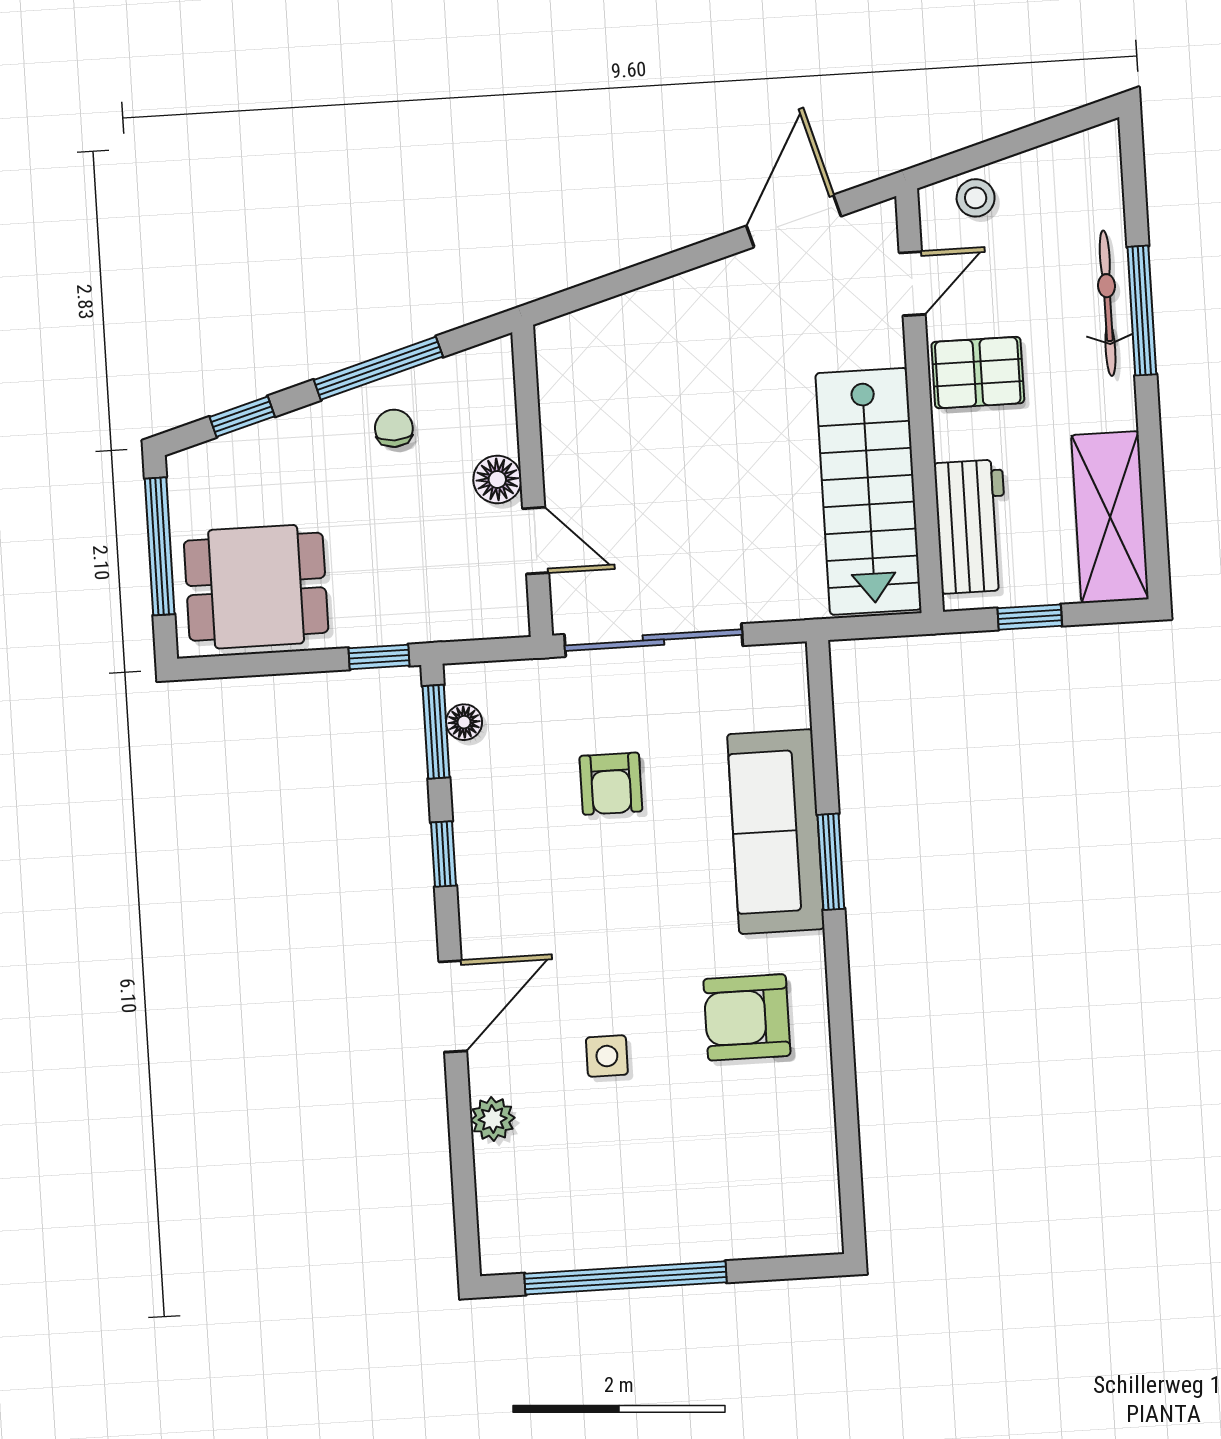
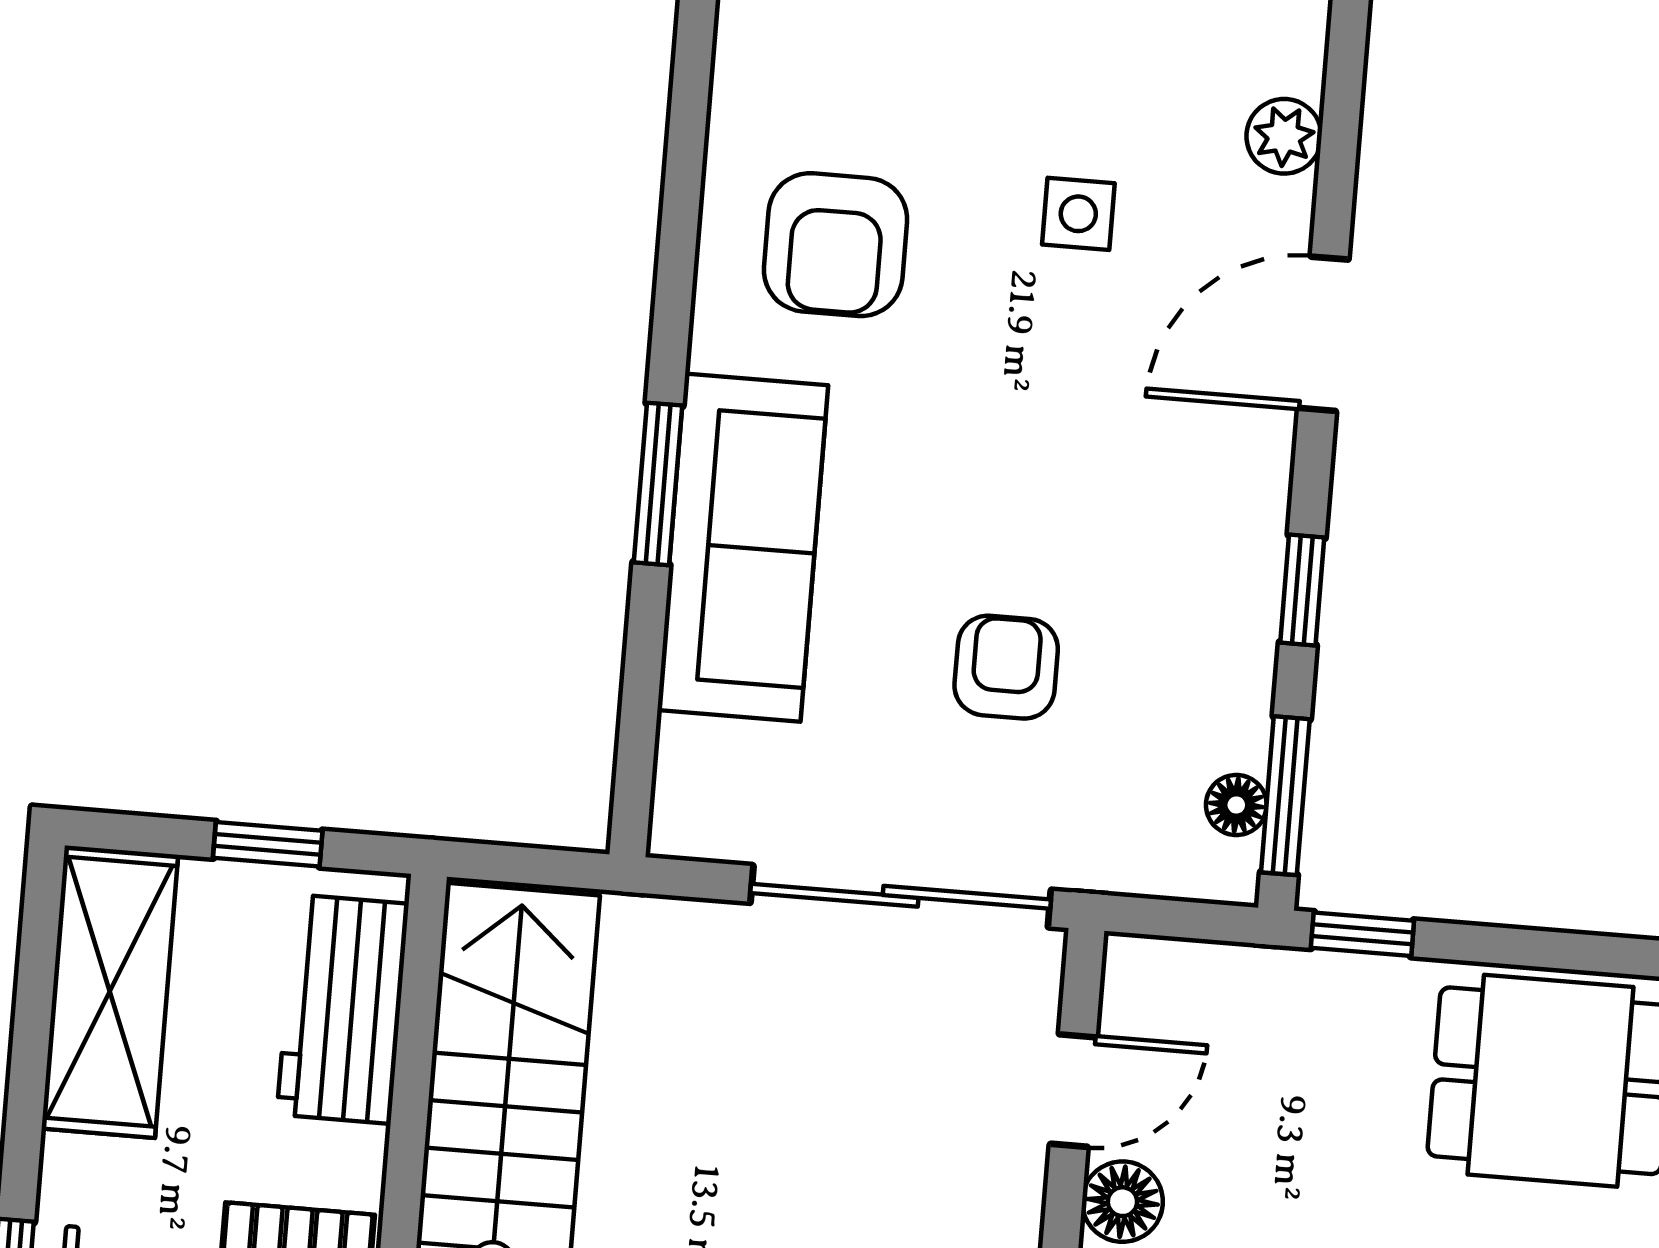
door: (536, 541) -> (1073, 1091), swing flipped
armchair: (747, 1017) -> (836, 245), turned 90

